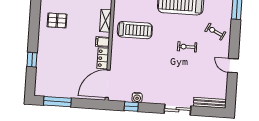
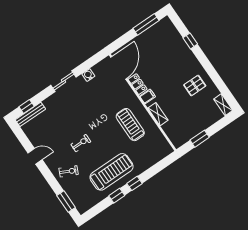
treadmill: (135, 30) -> (130, 125), turned 90
window: (131, 107) -> (27, 106), moved
sliding door: (178, 110) -> (64, 81), moved

